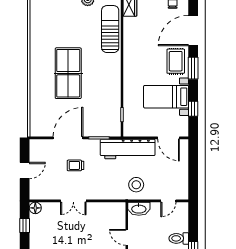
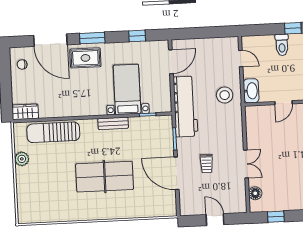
bench: (116, 83) -> (113, 123), added
bed with nightstands: (166, 97) -> (127, 89), moved, turned 180
floor lamp: (35, 208) -> (255, 193), moved

